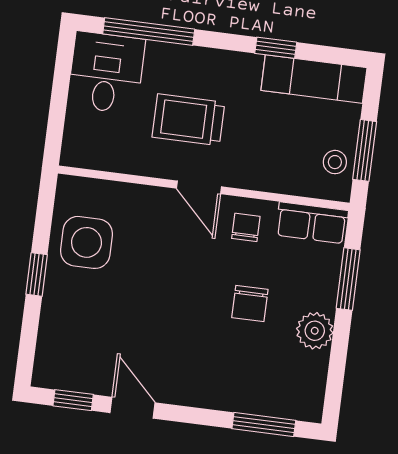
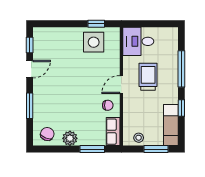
window: (149, 32) -> (181, 69), moved
desk: (106, 73) -> (138, 41), moved, turned 180
window: (365, 150) -> (156, 149), moved
window: (37, 274) -> (96, 24), moved
chair: (250, 303) -> (47, 134), moved, turned 112
window: (264, 425) -> (30, 106), moved

